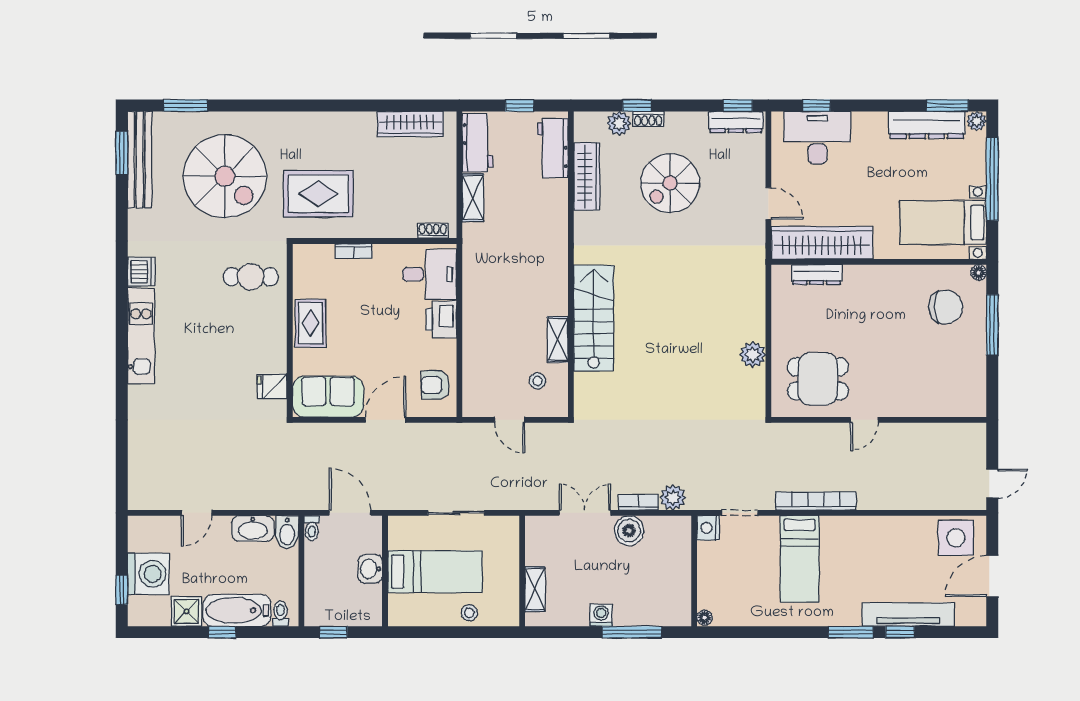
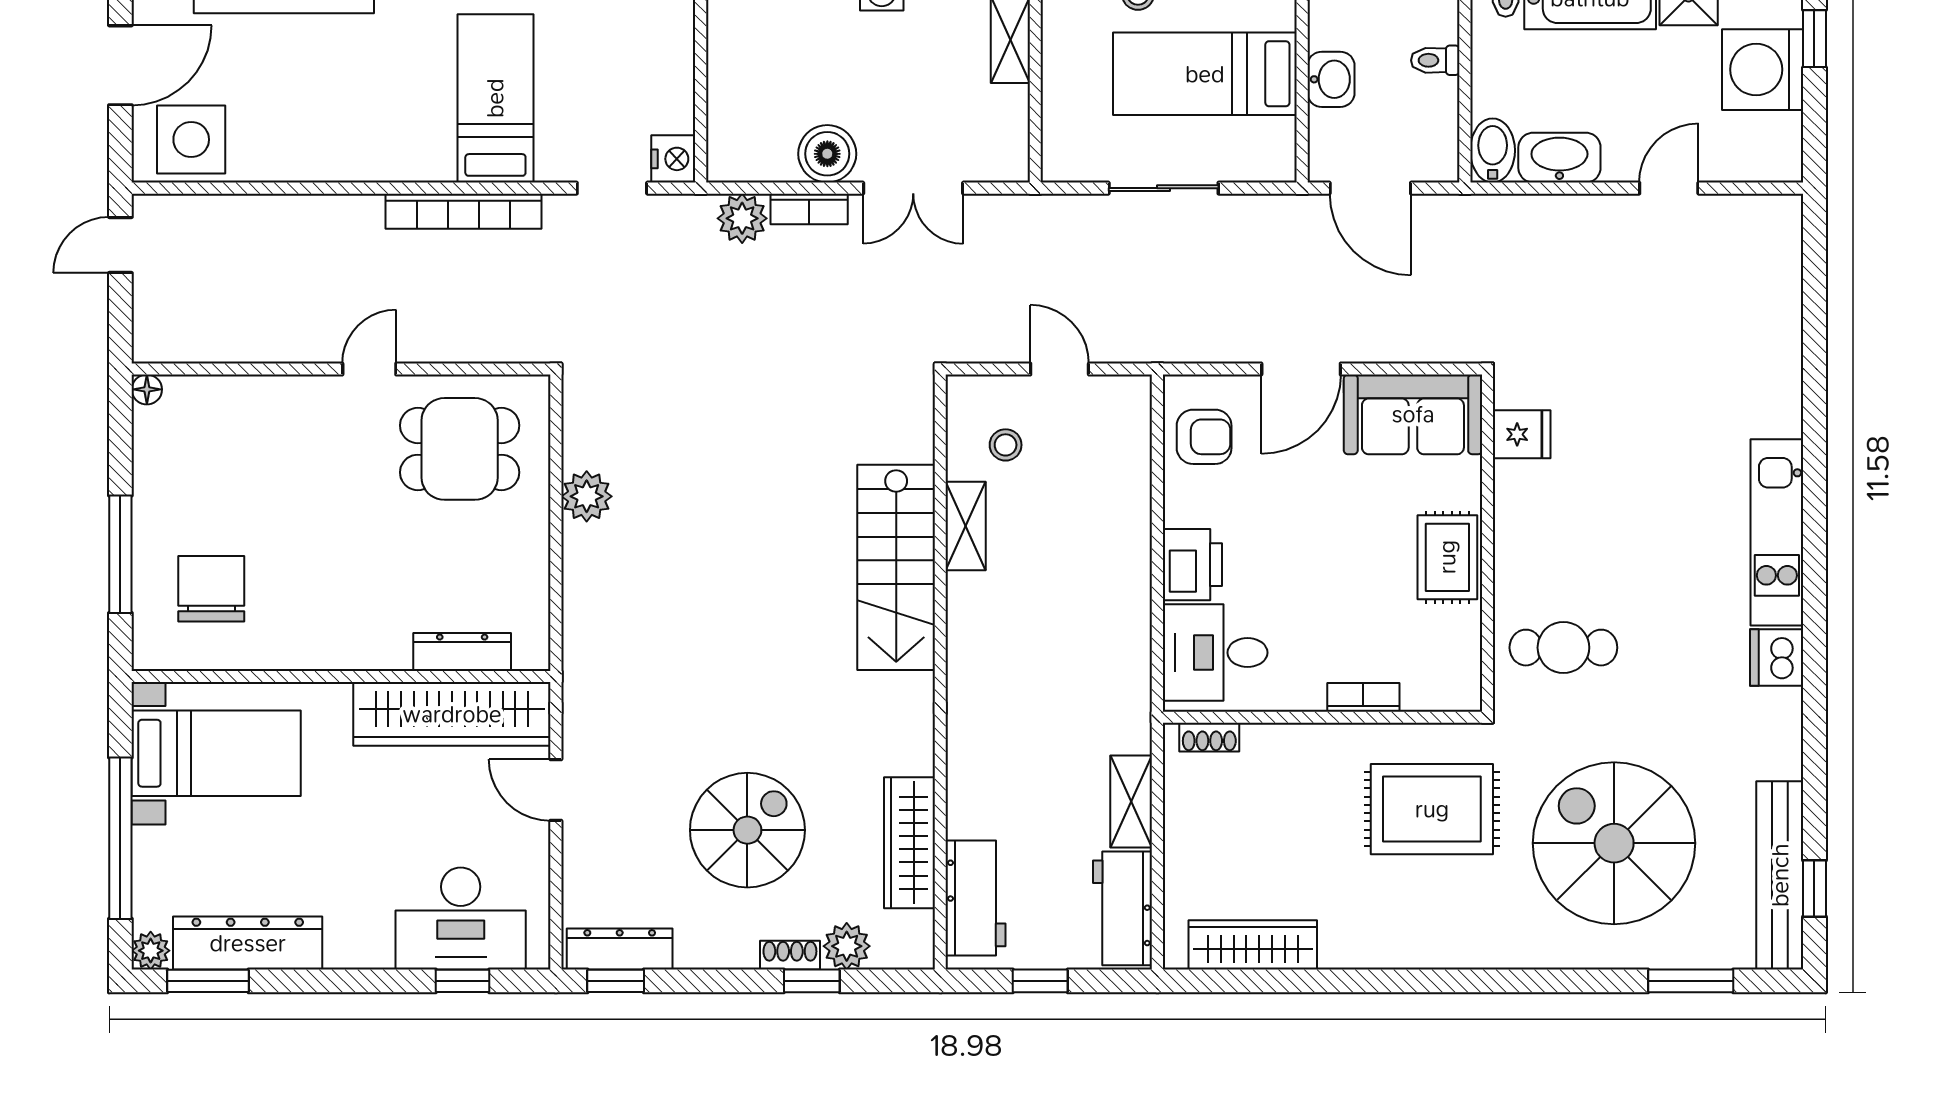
window: (122, 153) -> (1814, 889), width x0.67
floor lamp: (979, 272) -> (147, 389), moved
chair: (946, 307) -> (211, 589), turned 90
toilet: (312, 528) -> (1435, 60), moved, turned -90

